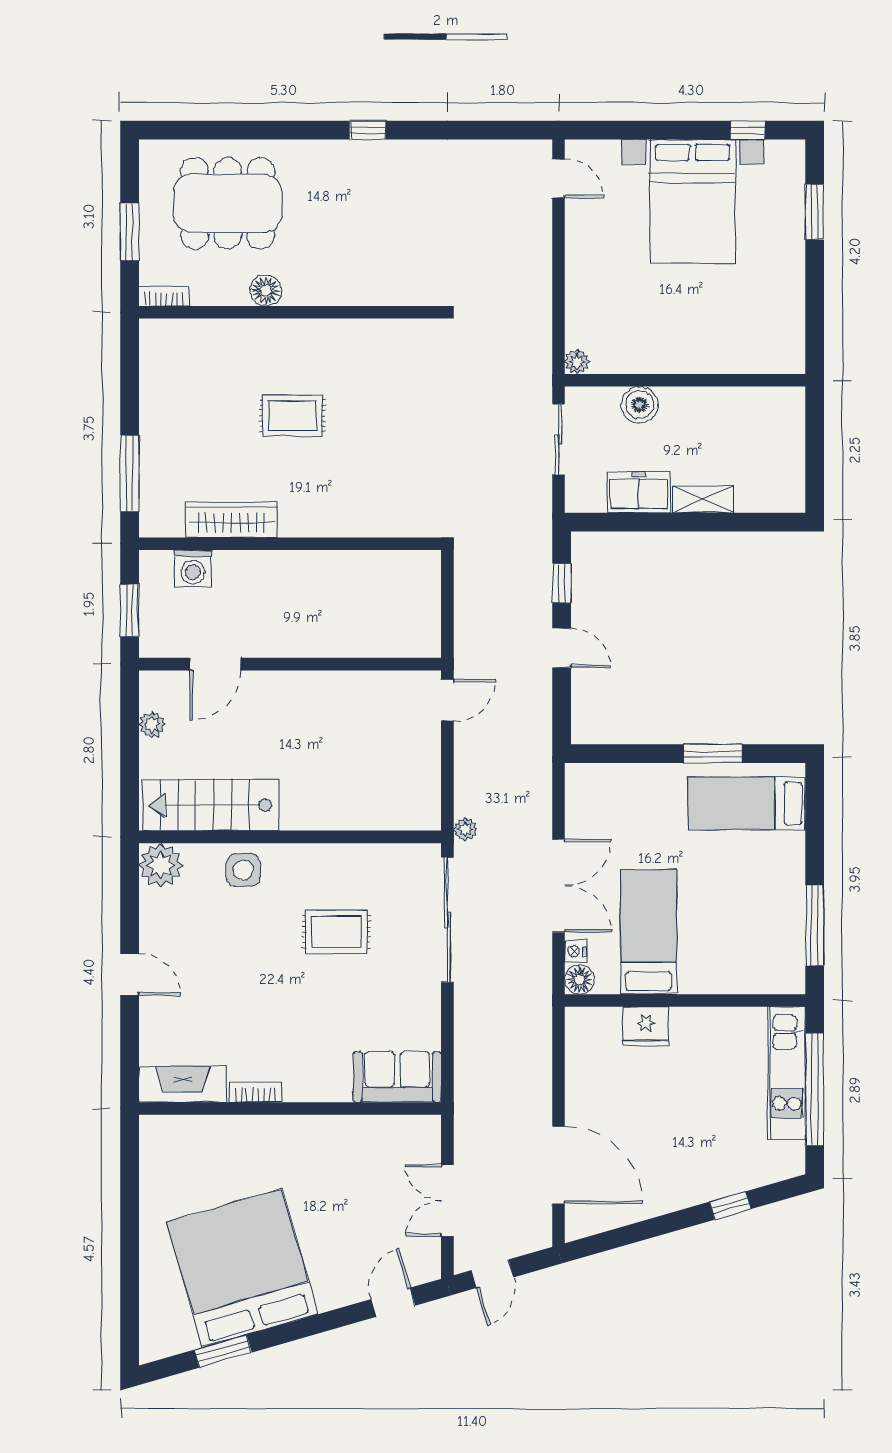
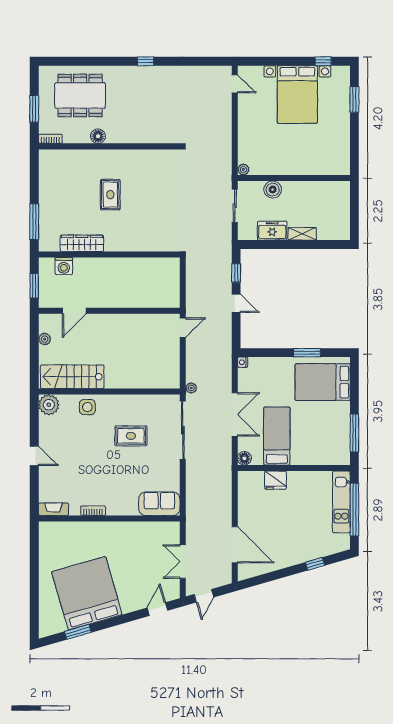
rug: (292, 416) -> (110, 195), turned 90
bed: (747, 803) -> (323, 382), width x1.50
nightstand: (575, 951) -> (243, 362), moved
fireplace: (183, 1084) -> (54, 509), width x0.73, depth x0.76

